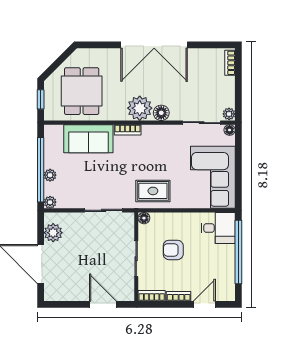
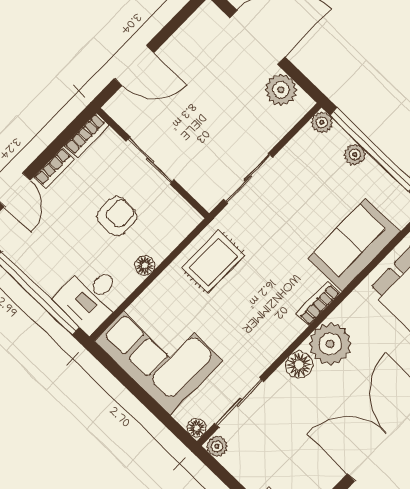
floor lamp: (144, 218) -> (145, 266), moved

